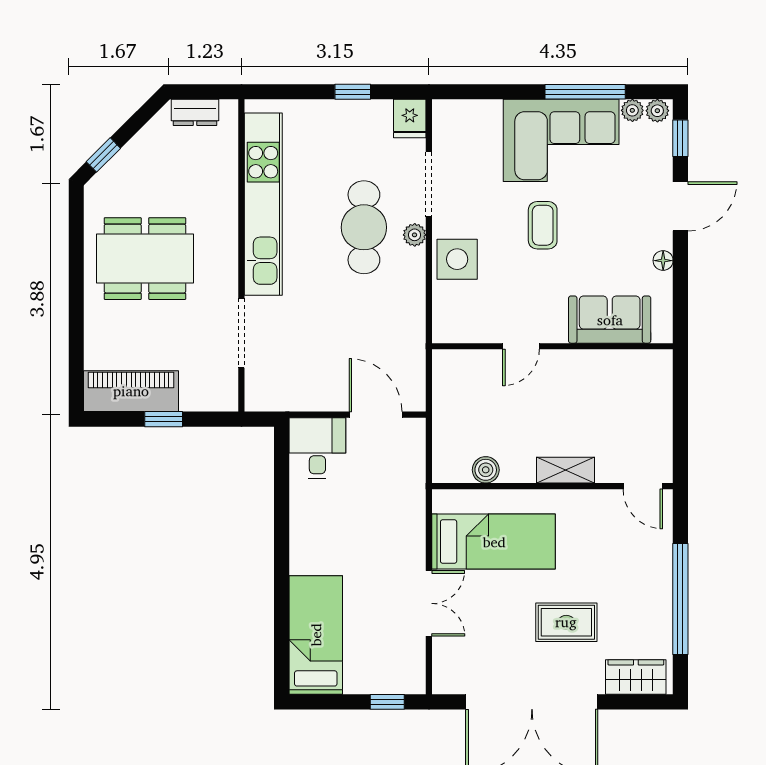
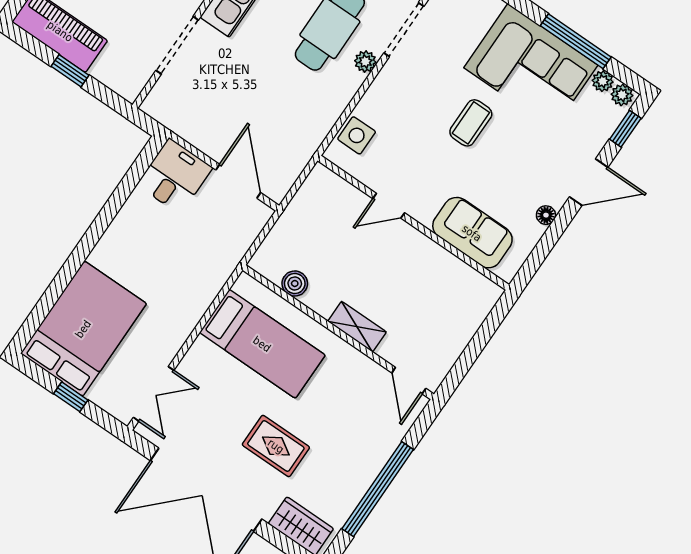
side table: (457, 259) -> (357, 135), moved, width x0.73, depth x0.73
double door: (429, 603) -> (154, 394), moved
bed: (316, 635) -> (83, 329), width x1.50
window: (387, 702) -> (71, 397), moved

